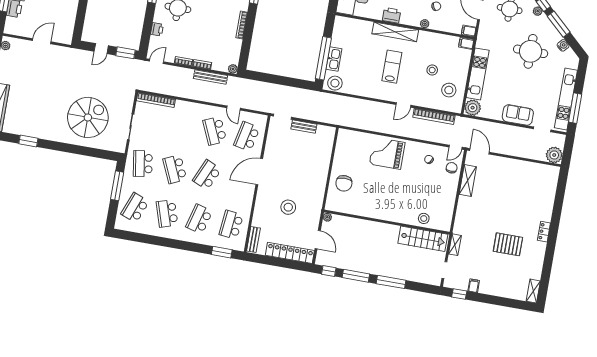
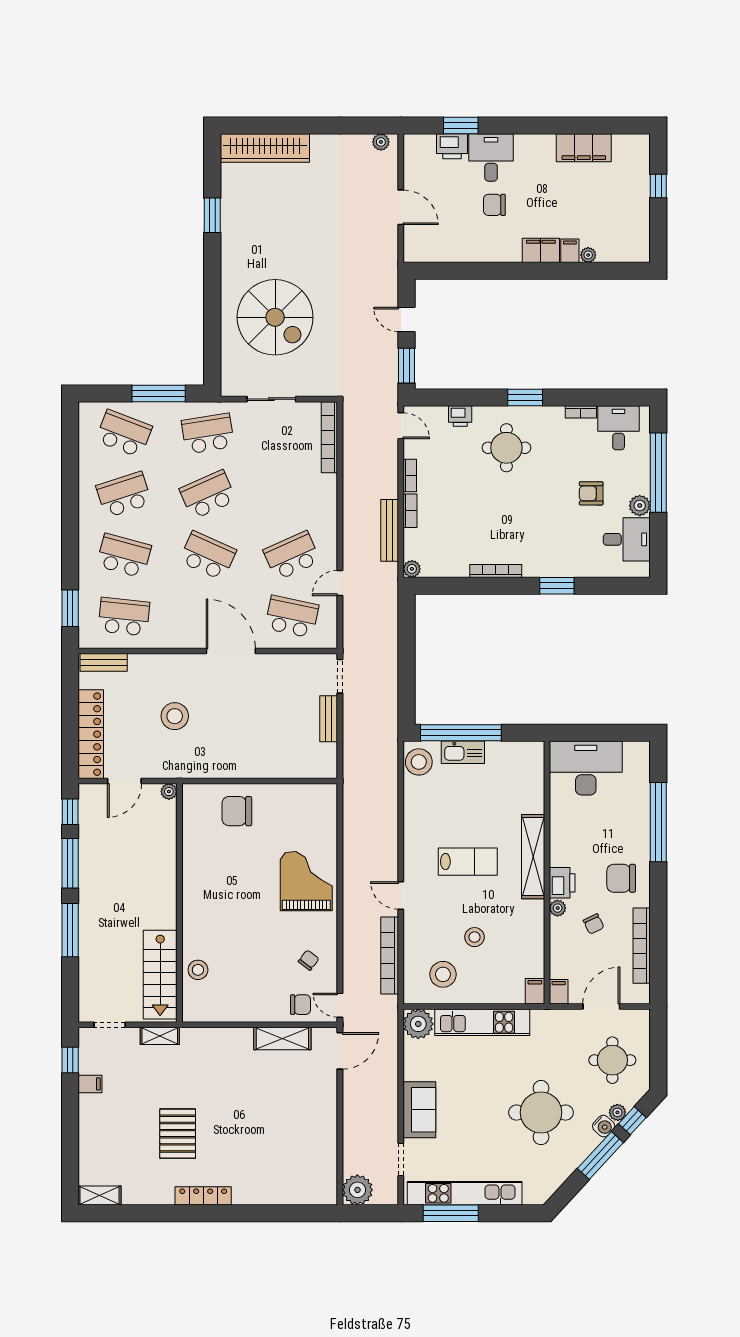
printer: (392, 15) -> (562, 883), moved
water cooler: (563, 45) -> (604, 1126), moved
locker: (544, 232) -> (203, 1196), width x1.53

